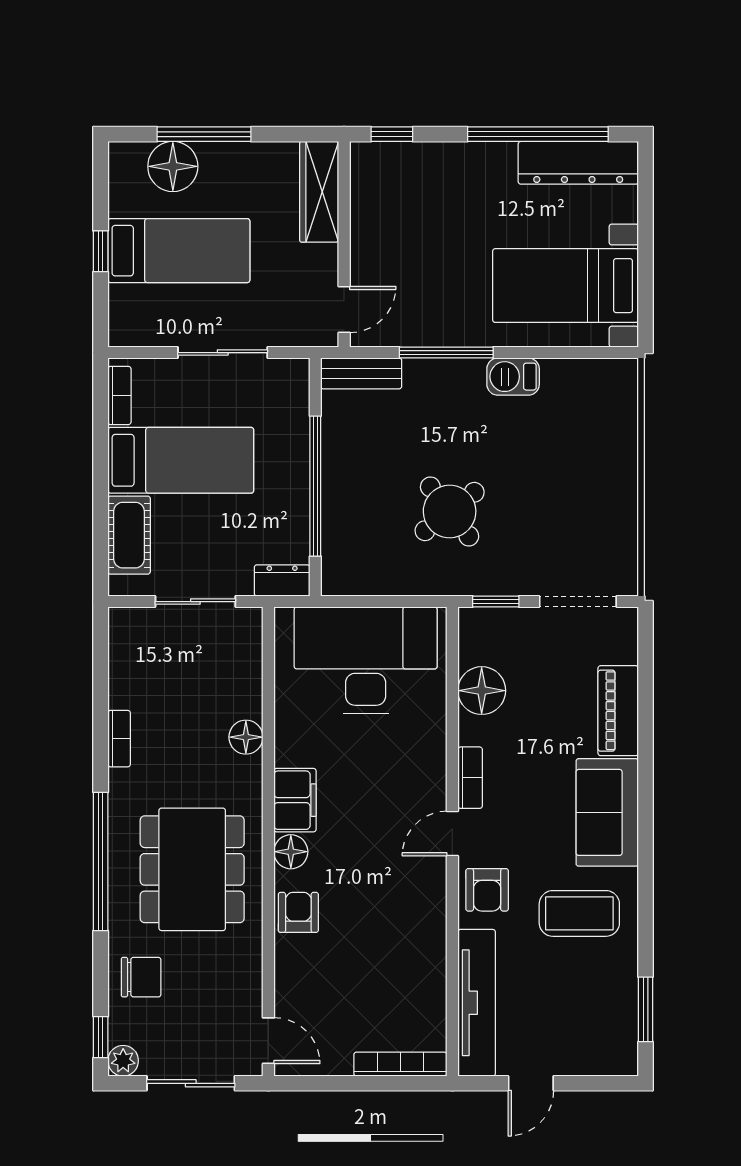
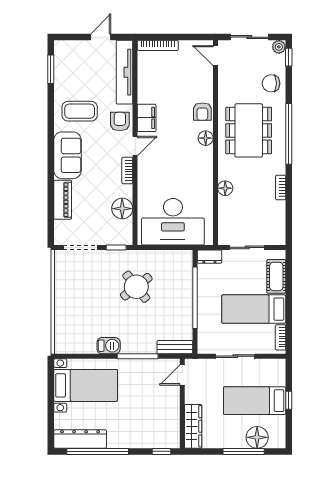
filing cabinet: (295, 800) -> (147, 118), moved, turned 180

